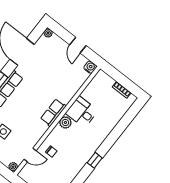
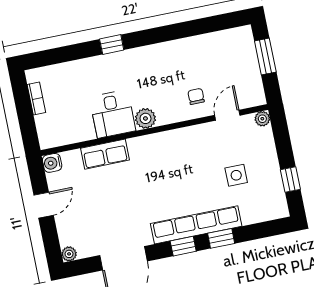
row of seats: (53, 113) -> (105, 154), moved
door: (30, 155) -> (227, 115), hinge flipped
window: (95, 160) -> (112, 44), moved

